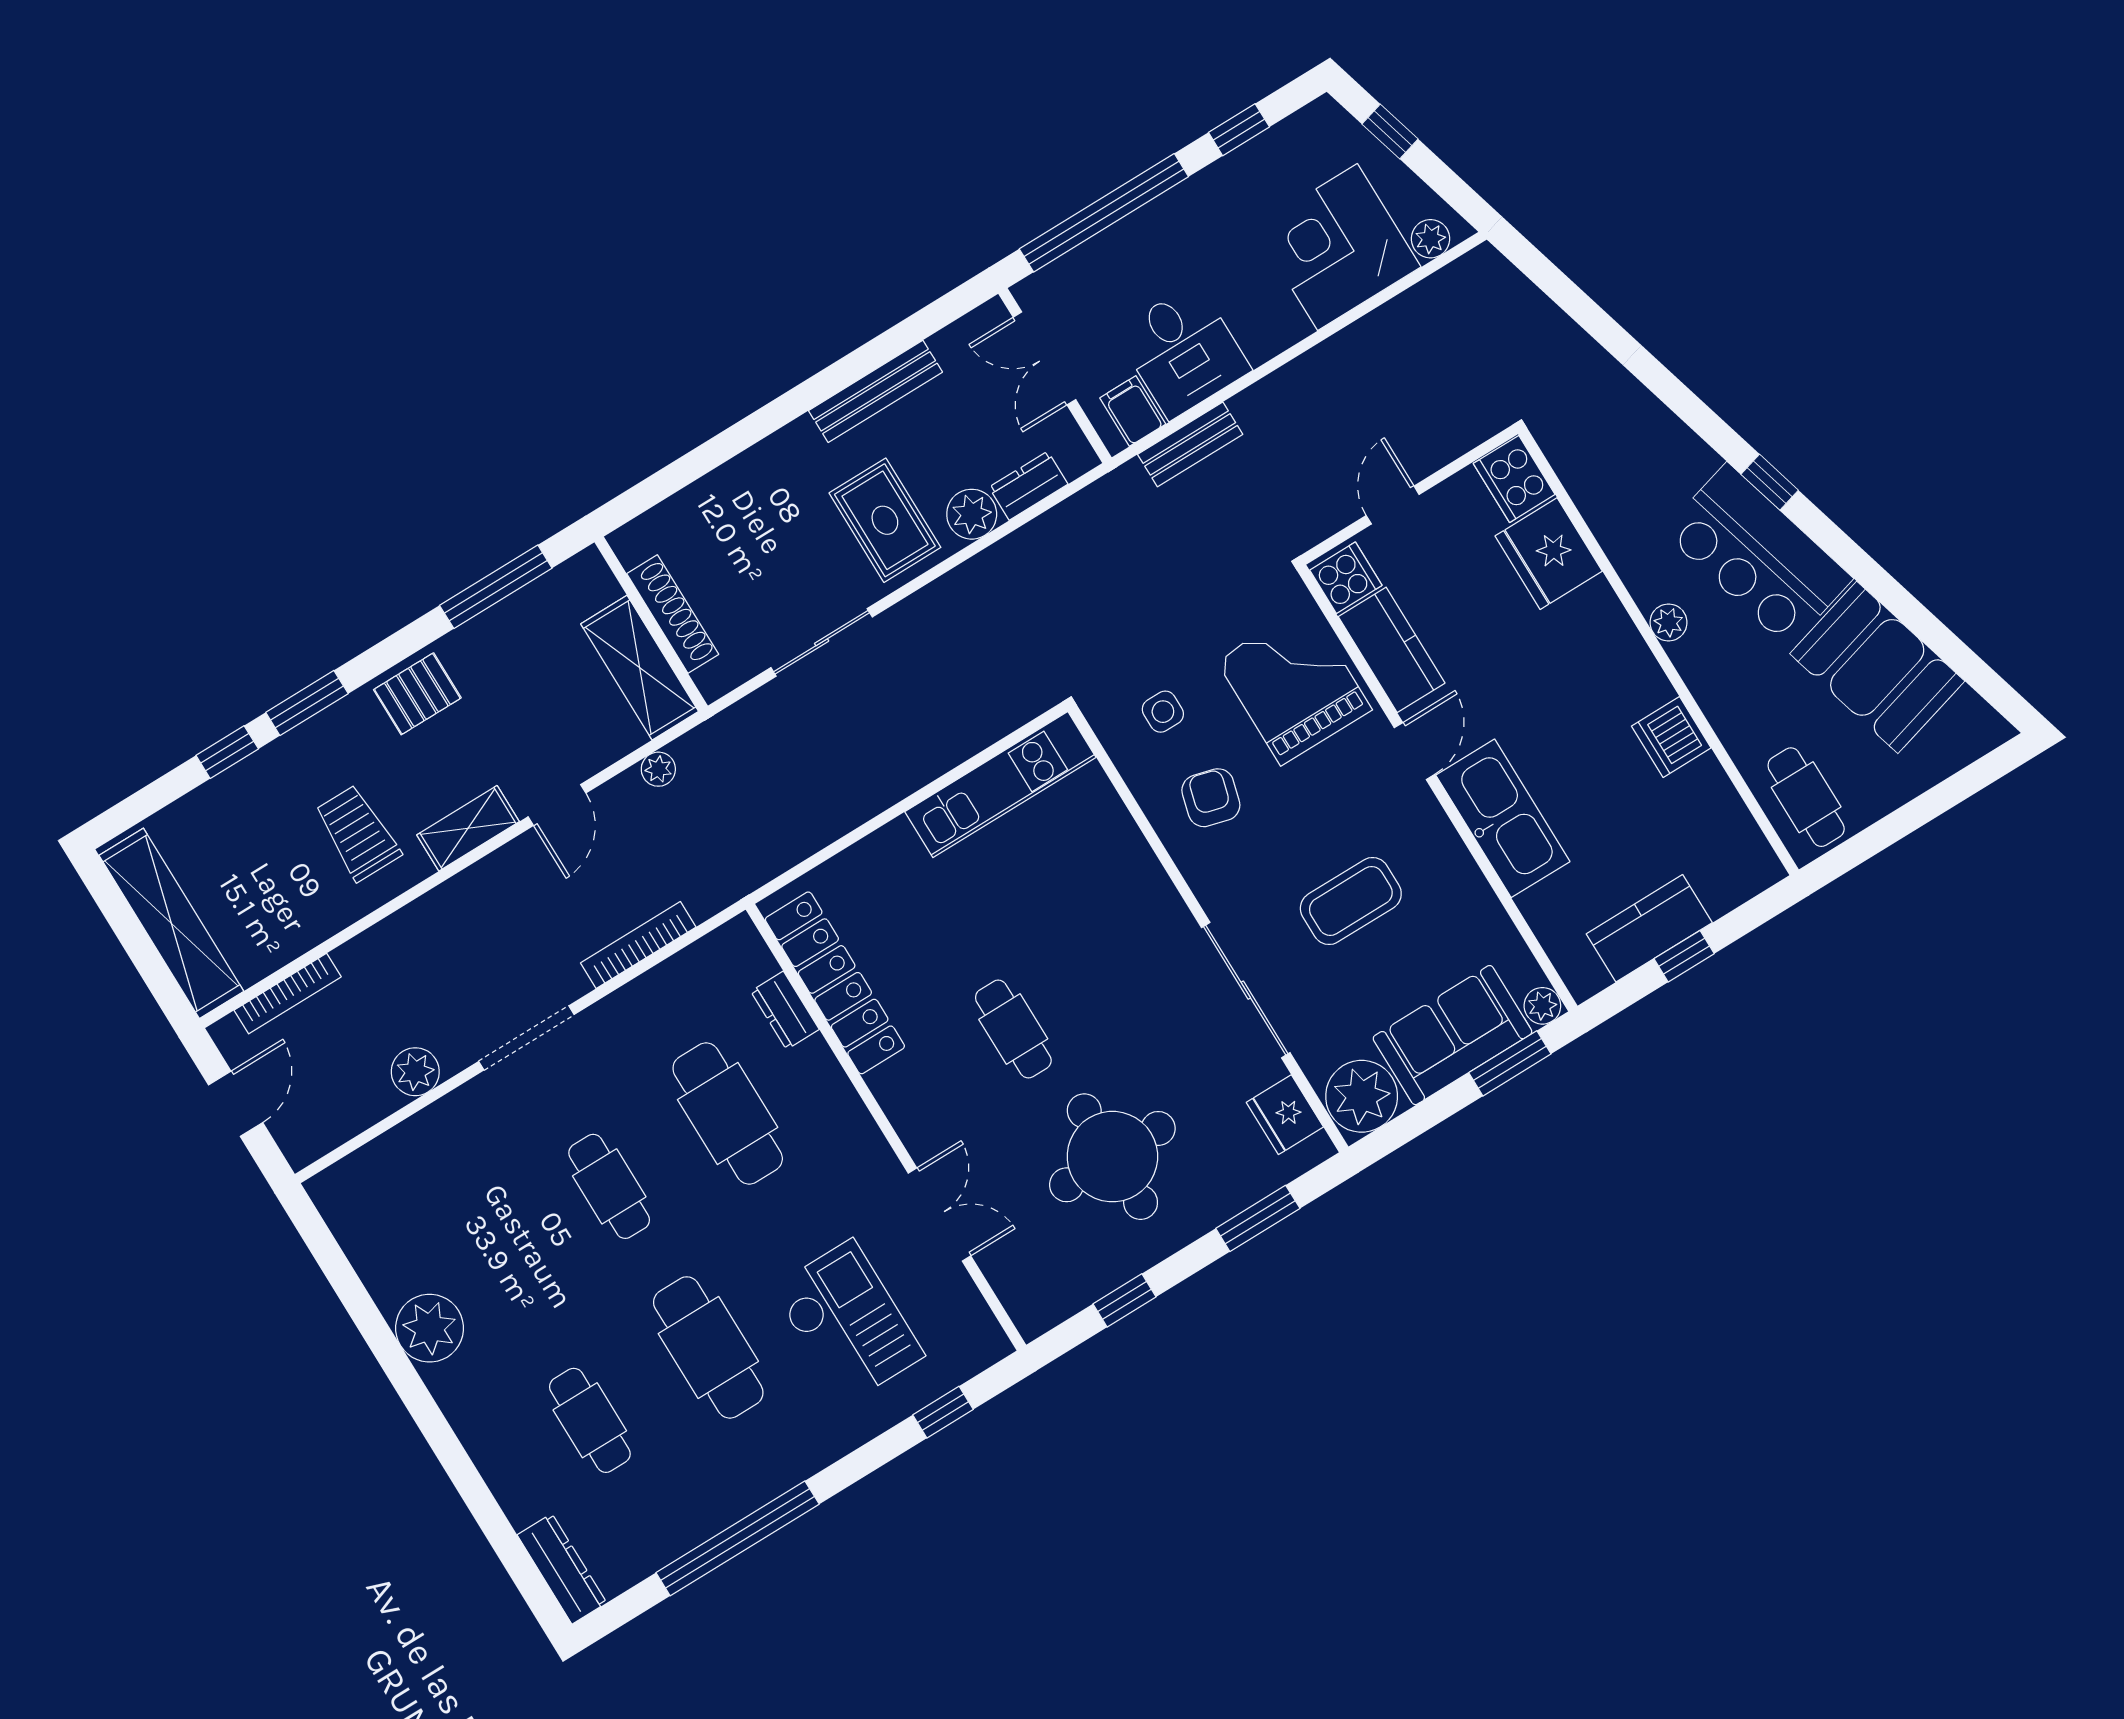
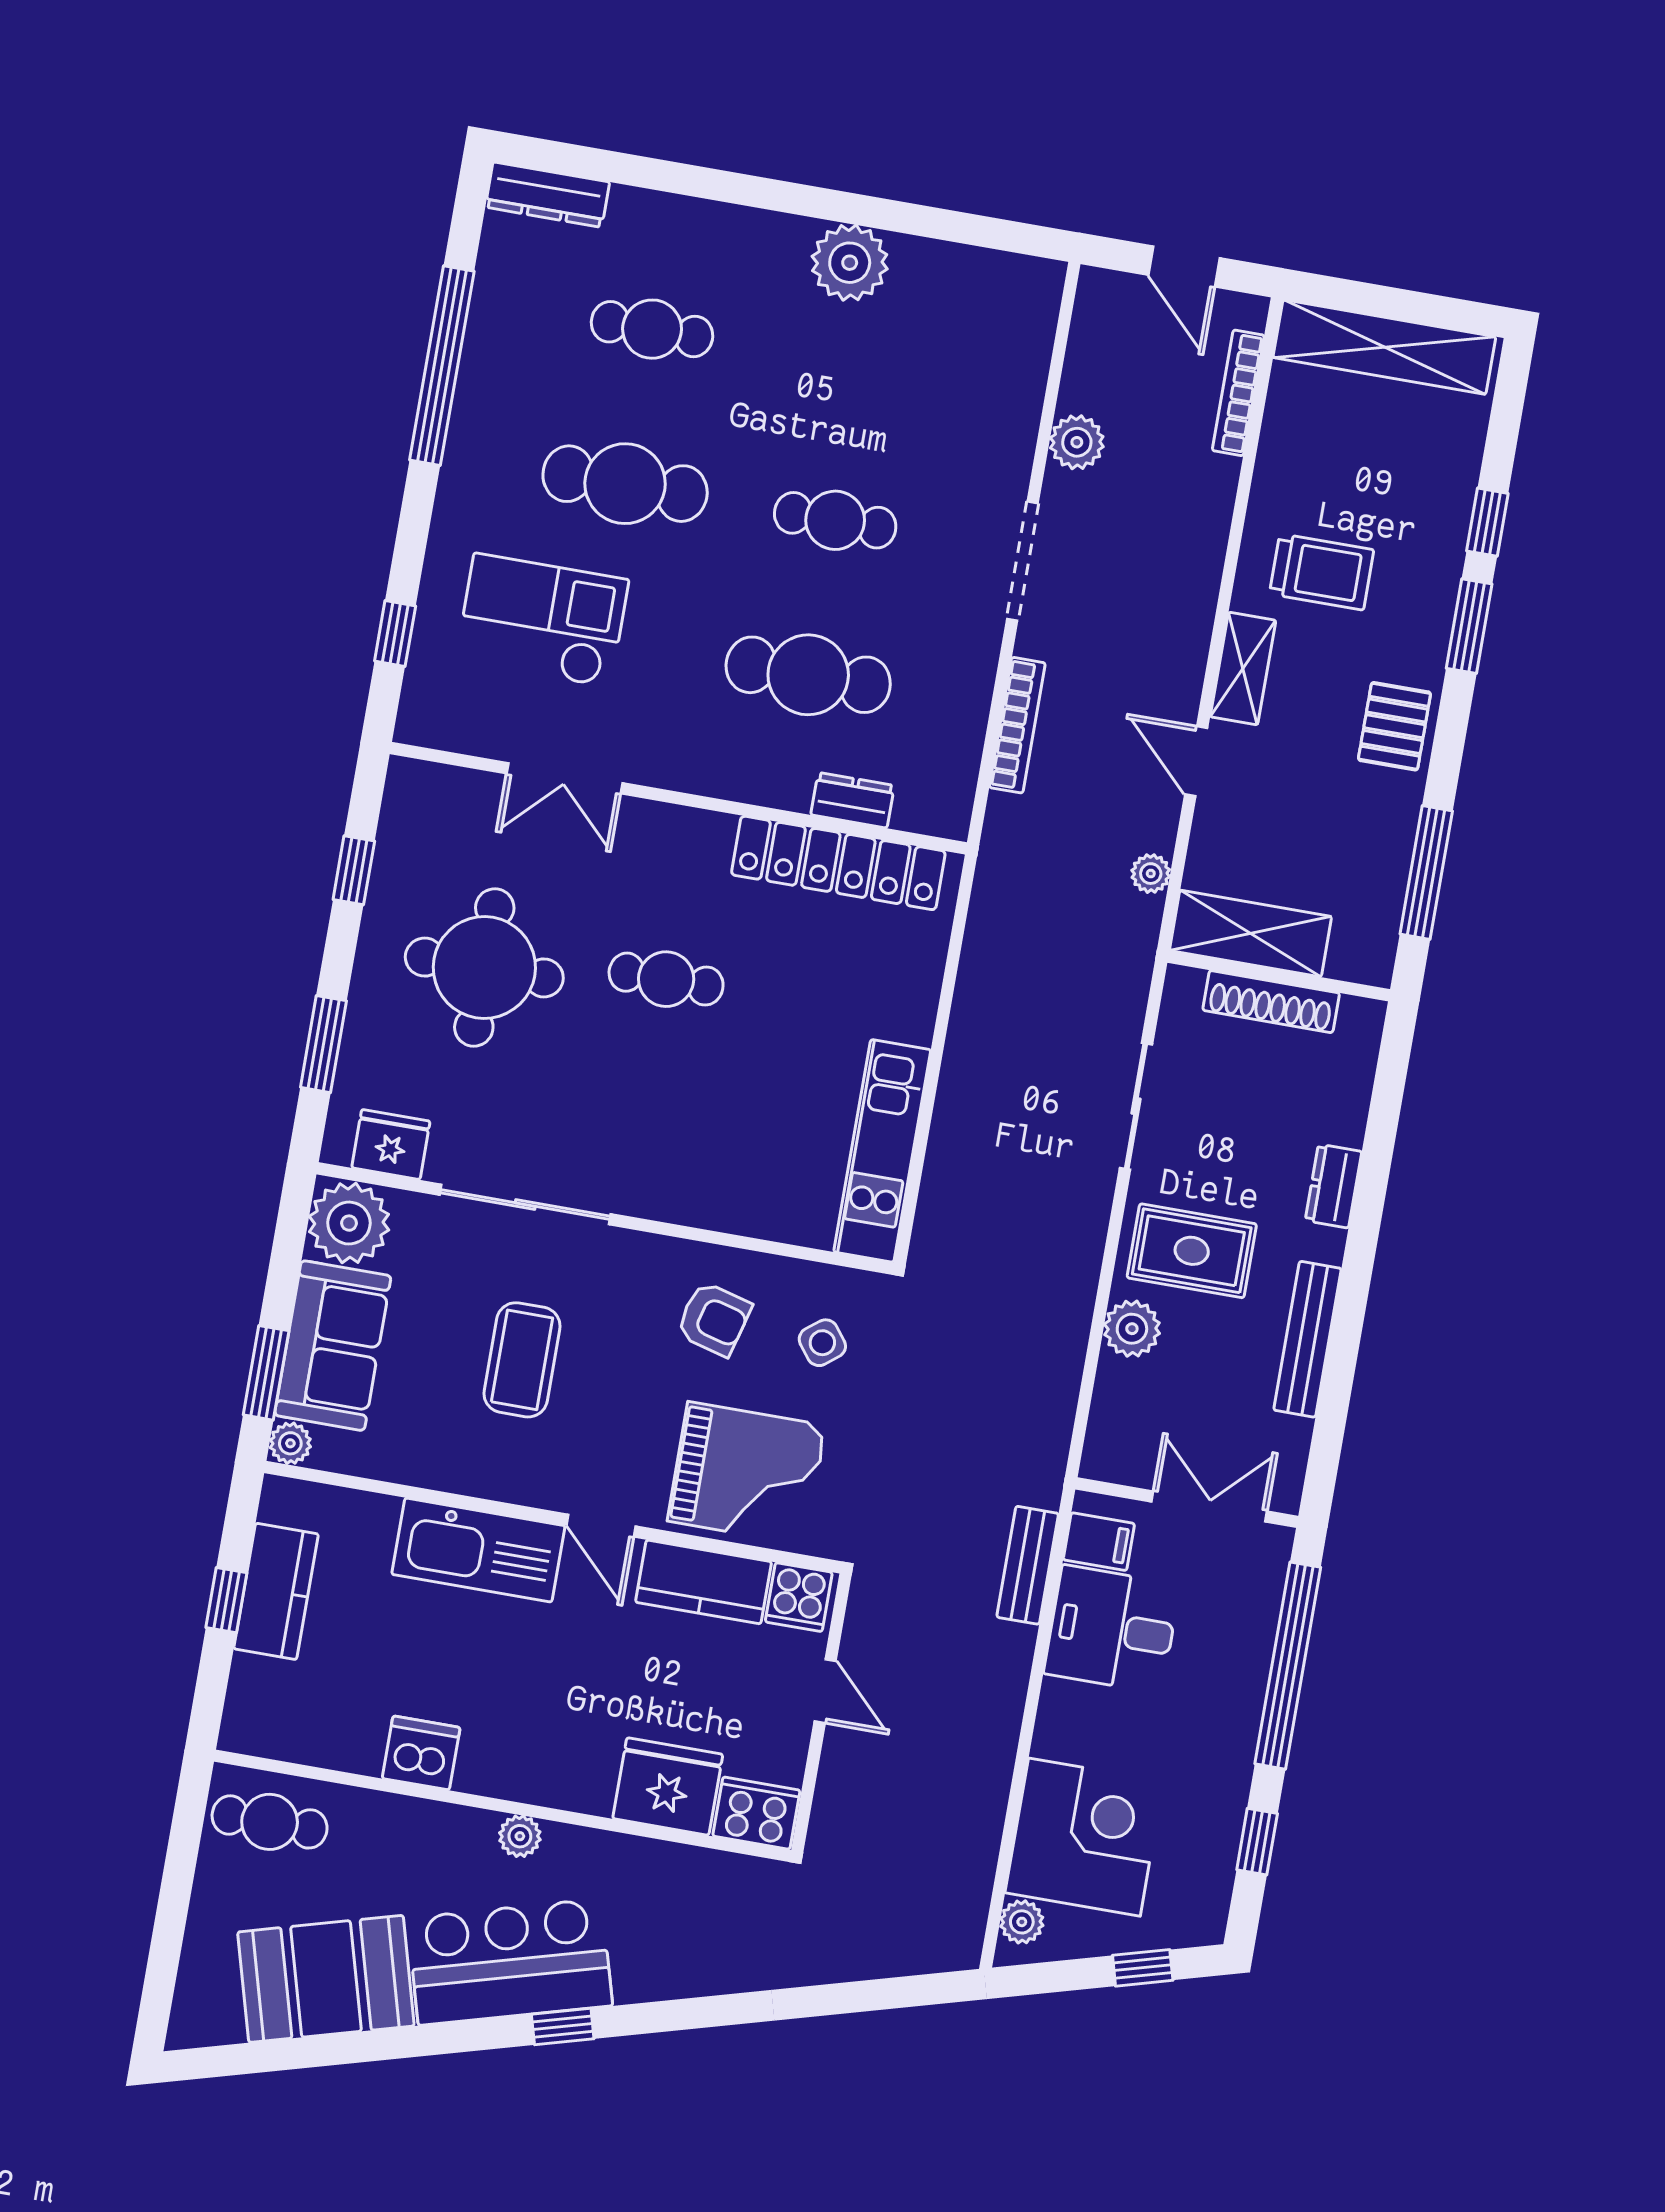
dresser: (1028, 486) -> (1333, 1186), moved, turned 180
side table: (1163, 712) -> (822, 1343), turned -38
checkout: (848, 1322) -> (542, 620), turned 180

